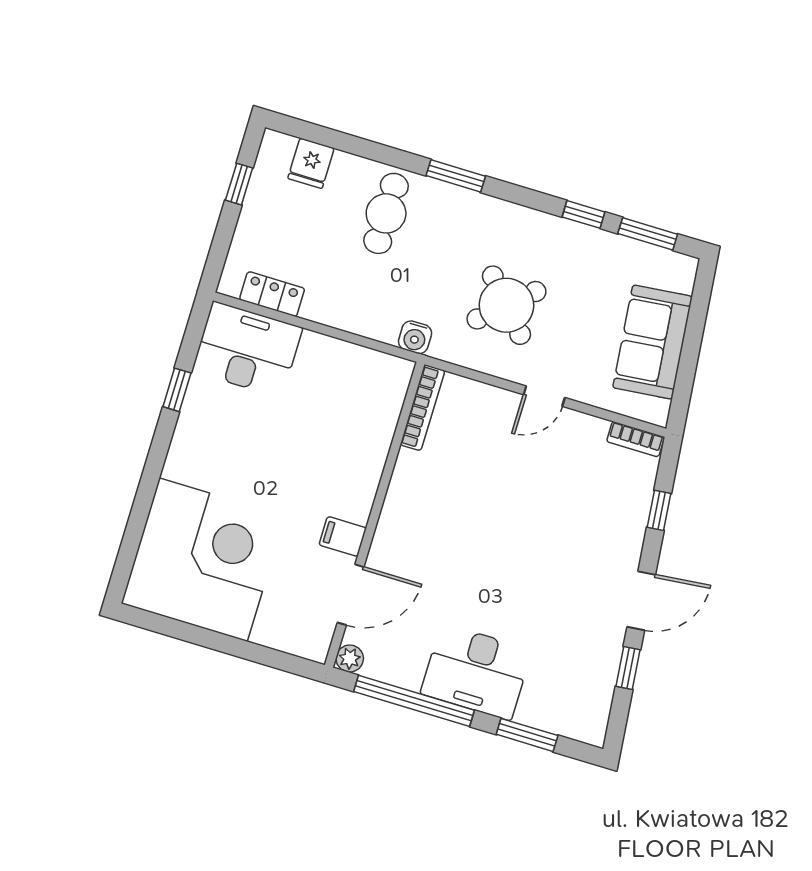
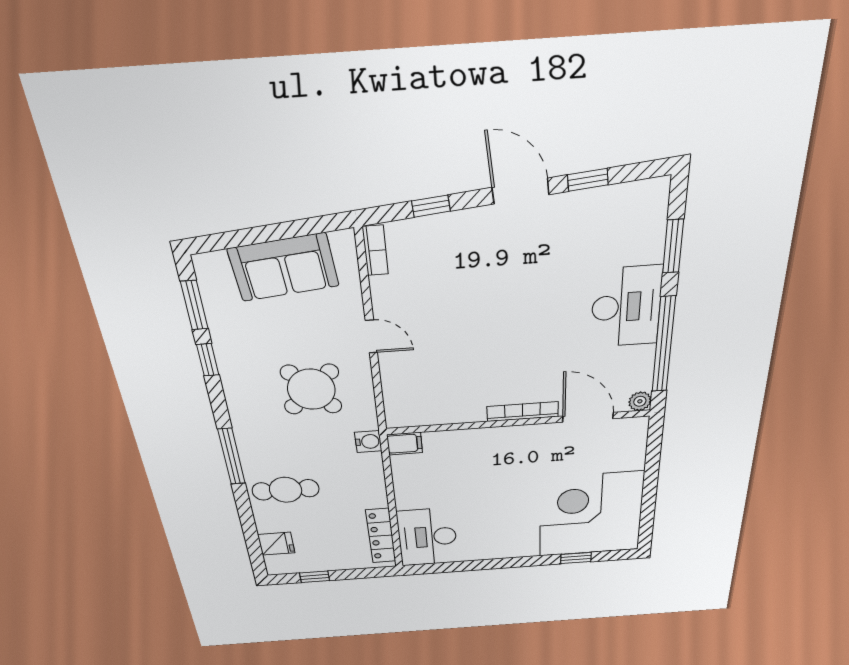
window: (456, 176) -> (232, 457), width x1.44
locker: (272, 294) -> (381, 536), width x1.53
window: (177, 390) -> (576, 558), moved
bookcase: (423, 408) -> (523, 412), moved
filing cabinet: (343, 536) -> (405, 444), moved, turned -90

